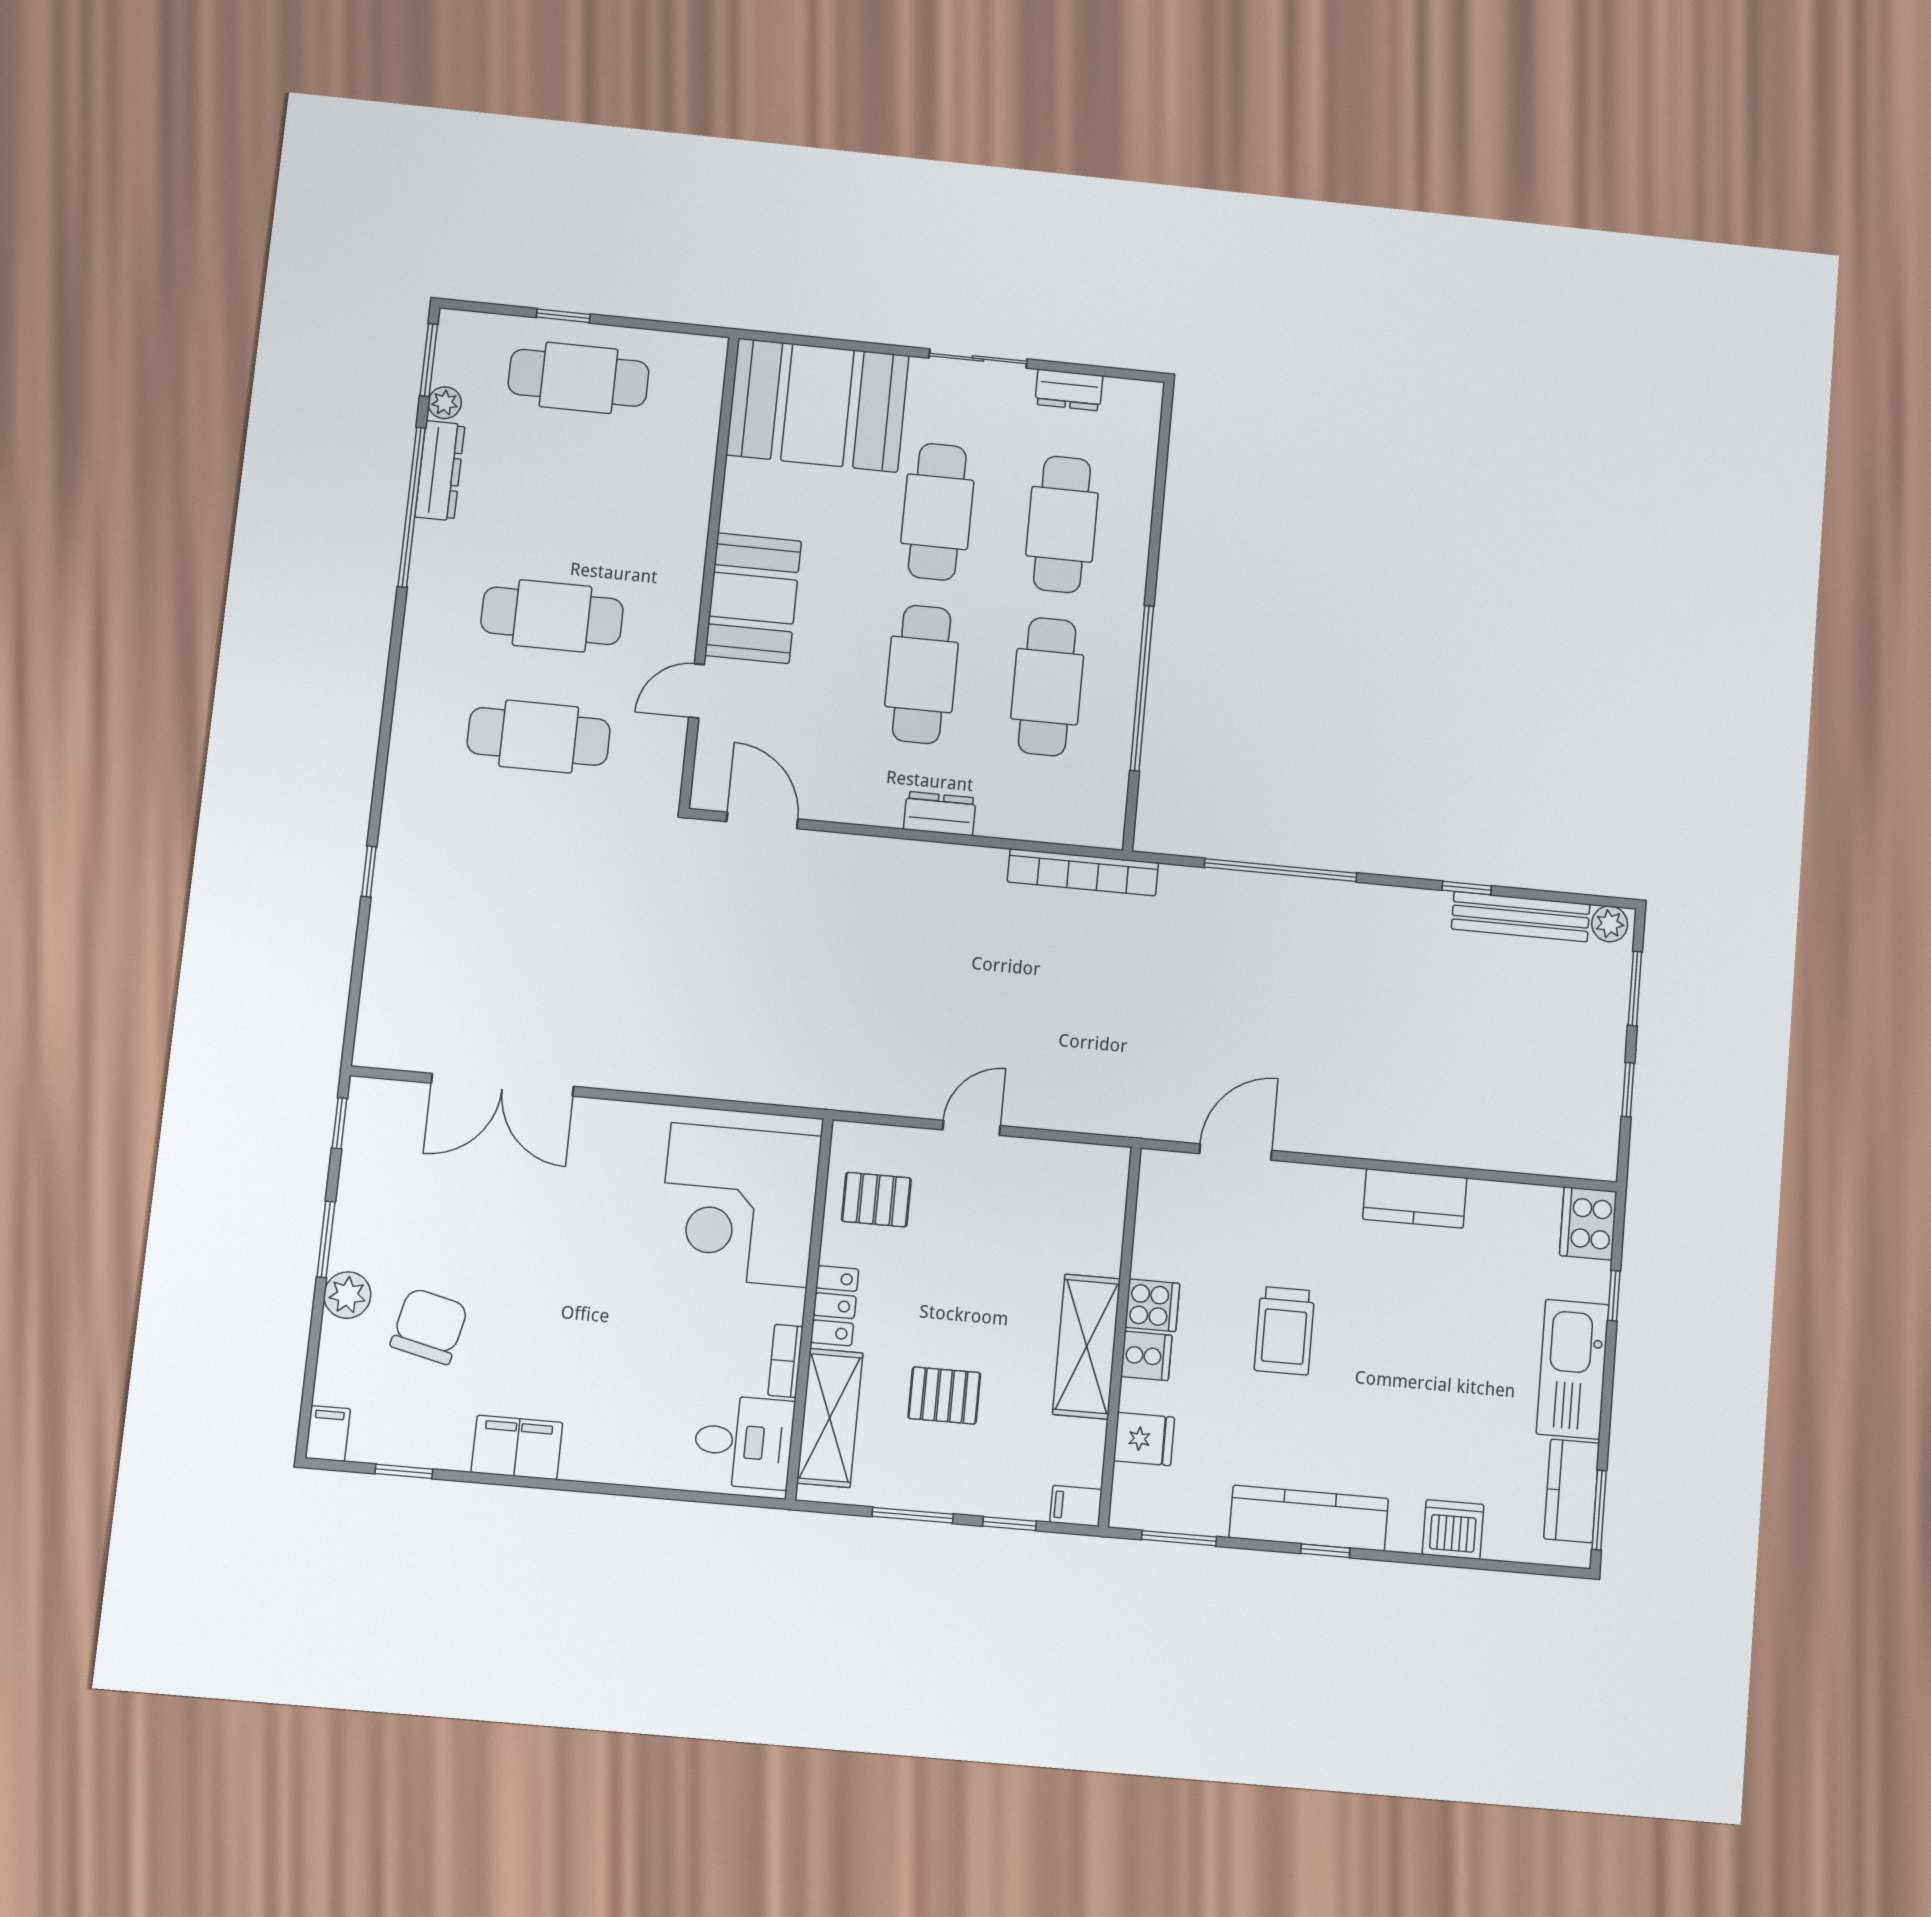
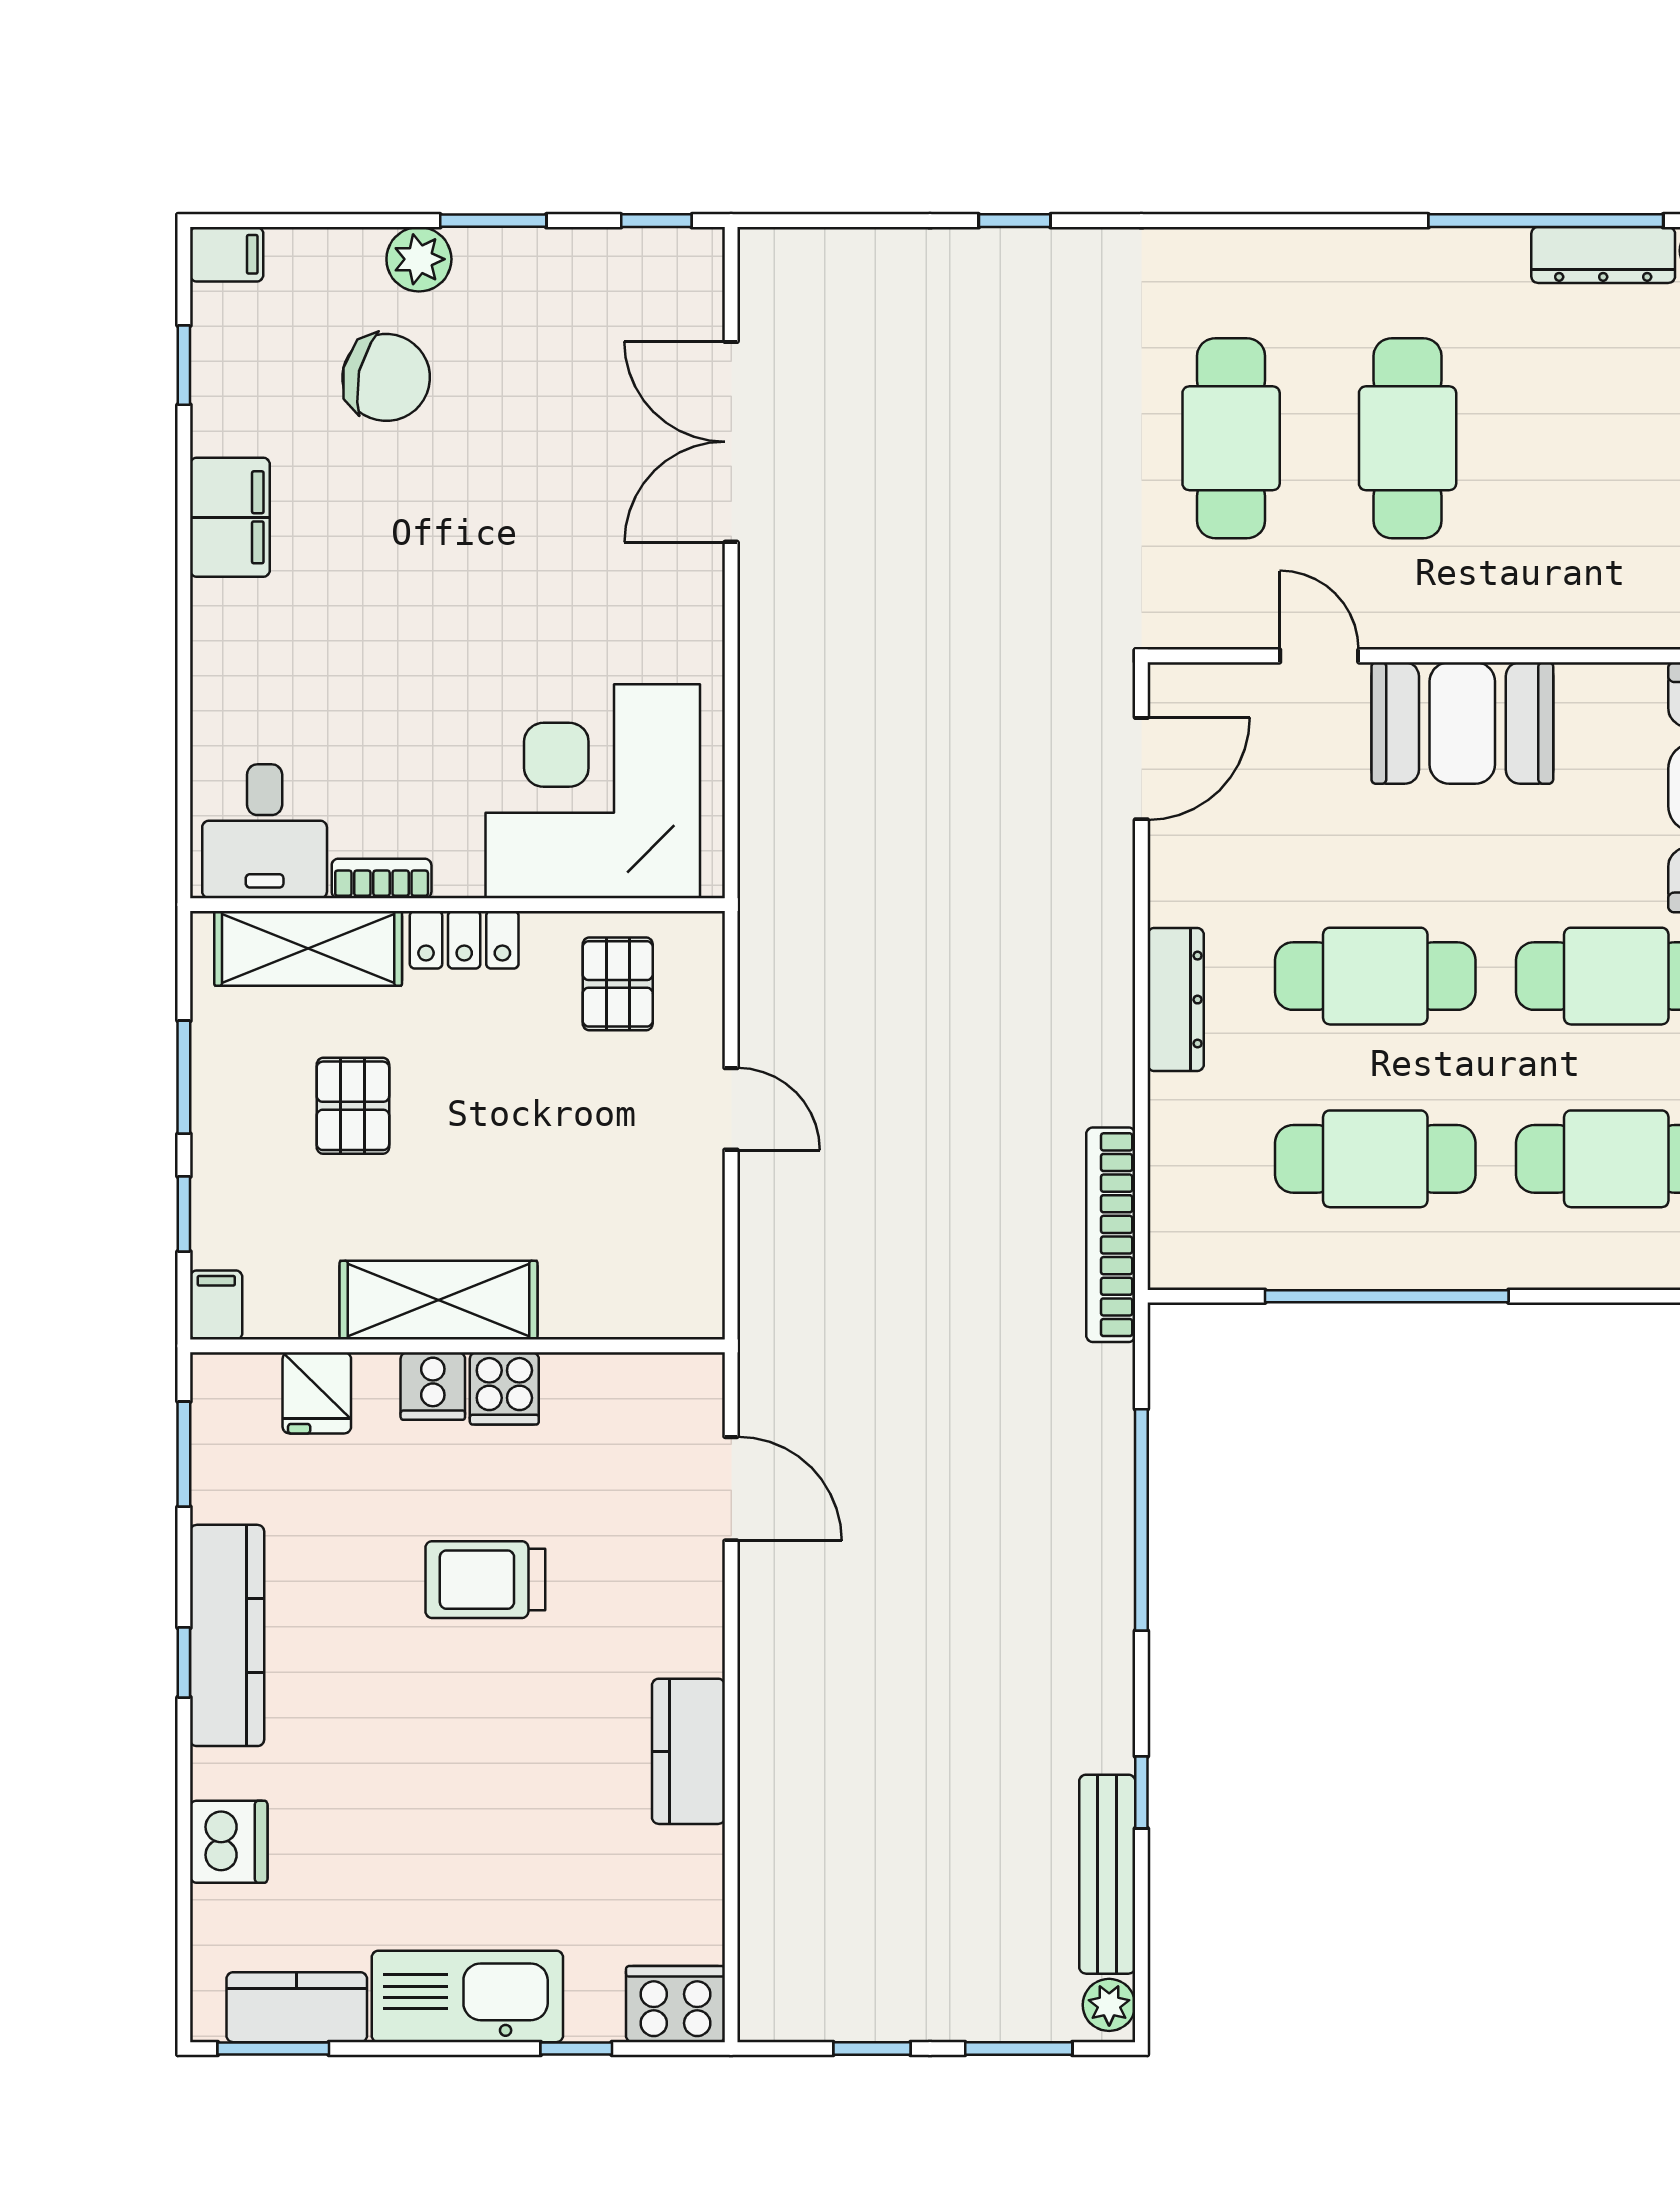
dresser: (940, 814) -> (1176, 1000), width x1.44

